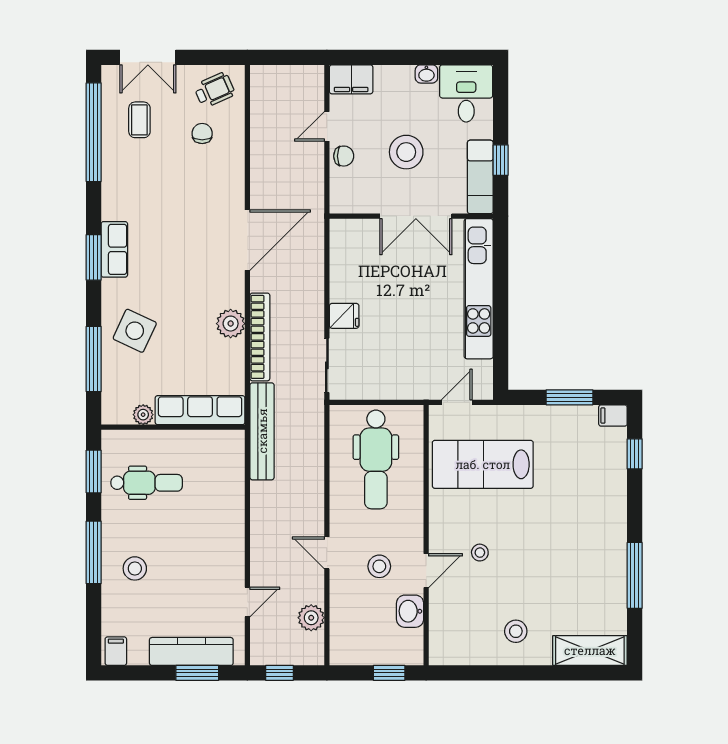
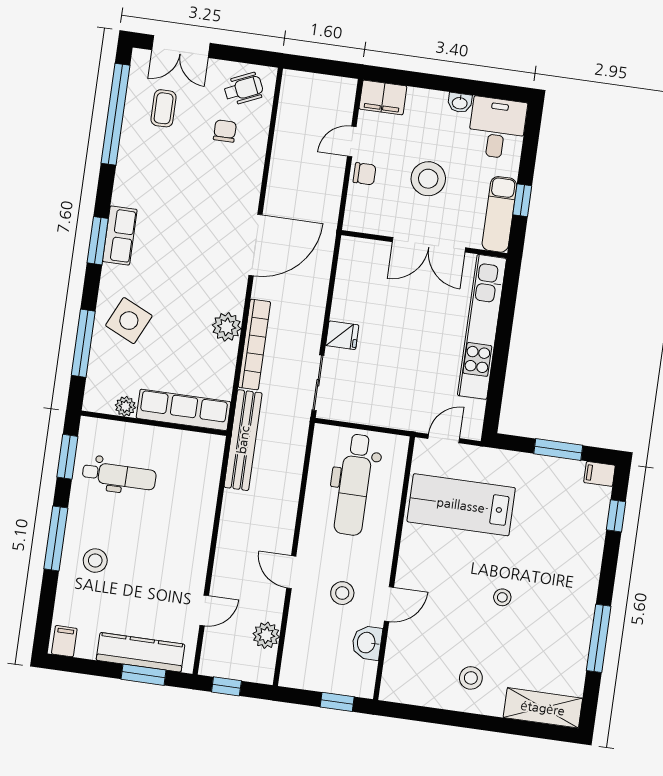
stool: (480, 553) -> (502, 597), moved

